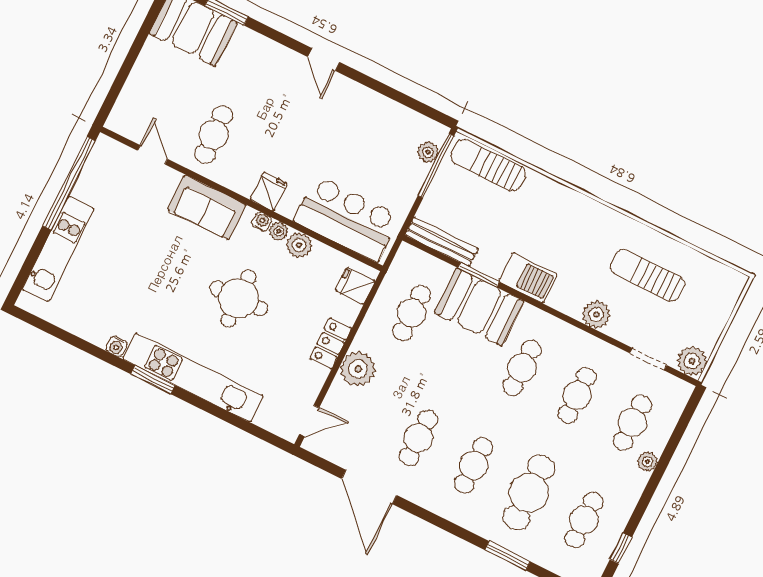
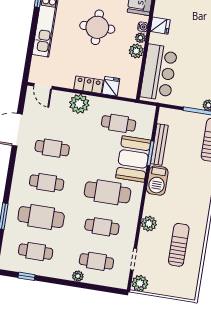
bench: (442, 242) -> (159, 145), moved
fridge: (355, 286) -> (111, 86), moved
cafe table: (522, 368) -> (107, 192), width x1.37, depth x1.35

